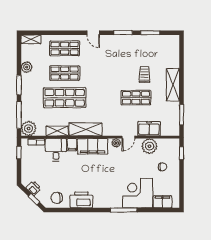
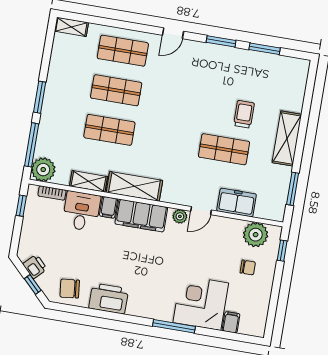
door: (93, 33) -> (173, 33), hinge flipped
plant: (27, 67) -> (57, 70), removed
shop shelf: (65, 98) -> (109, 130), width x0.70, depth x0.74
plant: (149, 146) -> (256, 235), moved
filing cabinet: (163, 202) -> (231, 322), width x0.50

